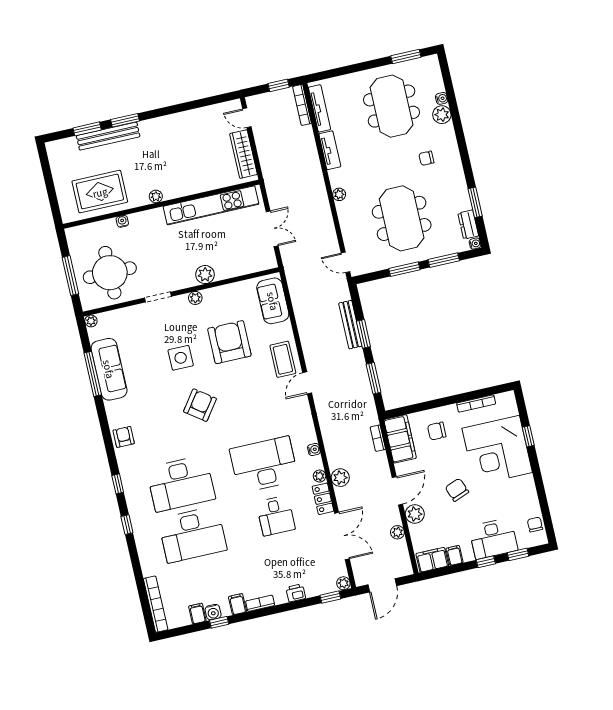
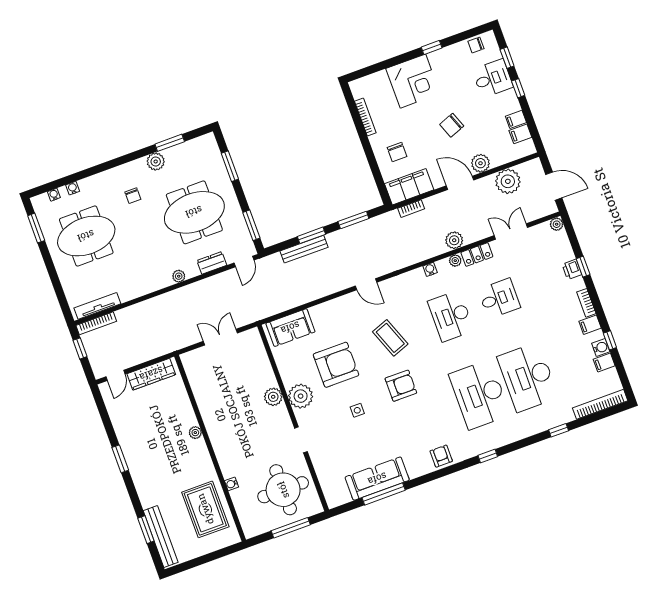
plant: (442, 115) -> (156, 162), moved
window: (125, 120) -> (120, 459), moved
bench: (108, 136) -> (161, 536), moved
tv unit: (330, 150) -> (137, 291), removed
plant: (156, 196) -> (195, 433), moved
kitchen unit: (211, 205) -> (205, 399), removed
dresser: (468, 225) -> (212, 263), moved, turned 180
water cooler: (475, 244) -> (54, 195), moved
window: (404, 269) -> (251, 225), moved
plant: (195, 298) -> (301, 396), width x1.87, depth x1.87
plant: (91, 321) -> (332, 502), removed
armchair: (229, 342) -> (336, 365), turned 180
side table: (181, 358) -> (357, 410), width x0.54, depth x0.54
coffee table: (283, 359) -> (390, 338), moved, turned 69
armchair: (200, 405) -> (401, 386), turned 144
window: (528, 436) -> (432, 47), moved
armchair: (124, 437) -> (441, 456), turned 90
corner desk: (497, 450) -> (413, 81), width x0.74, depth x0.74
desk: (264, 465) -> (451, 316), width x0.73, depth x0.77
desk: (181, 483) -> (480, 395), turned 180
window: (127, 525) -> (559, 430), moved
plant: (397, 532) -> (508, 181), width x1.88, depth x1.88
desk: (192, 535) -> (528, 377), turned 180
double door: (342, 536) -> (511, 231), width x0.73
desk: (493, 538) -> (493, 78), width x0.73
filing cabinet: (432, 560) -> (520, 134), width x0.50
window: (330, 597) -> (583, 267), moved

